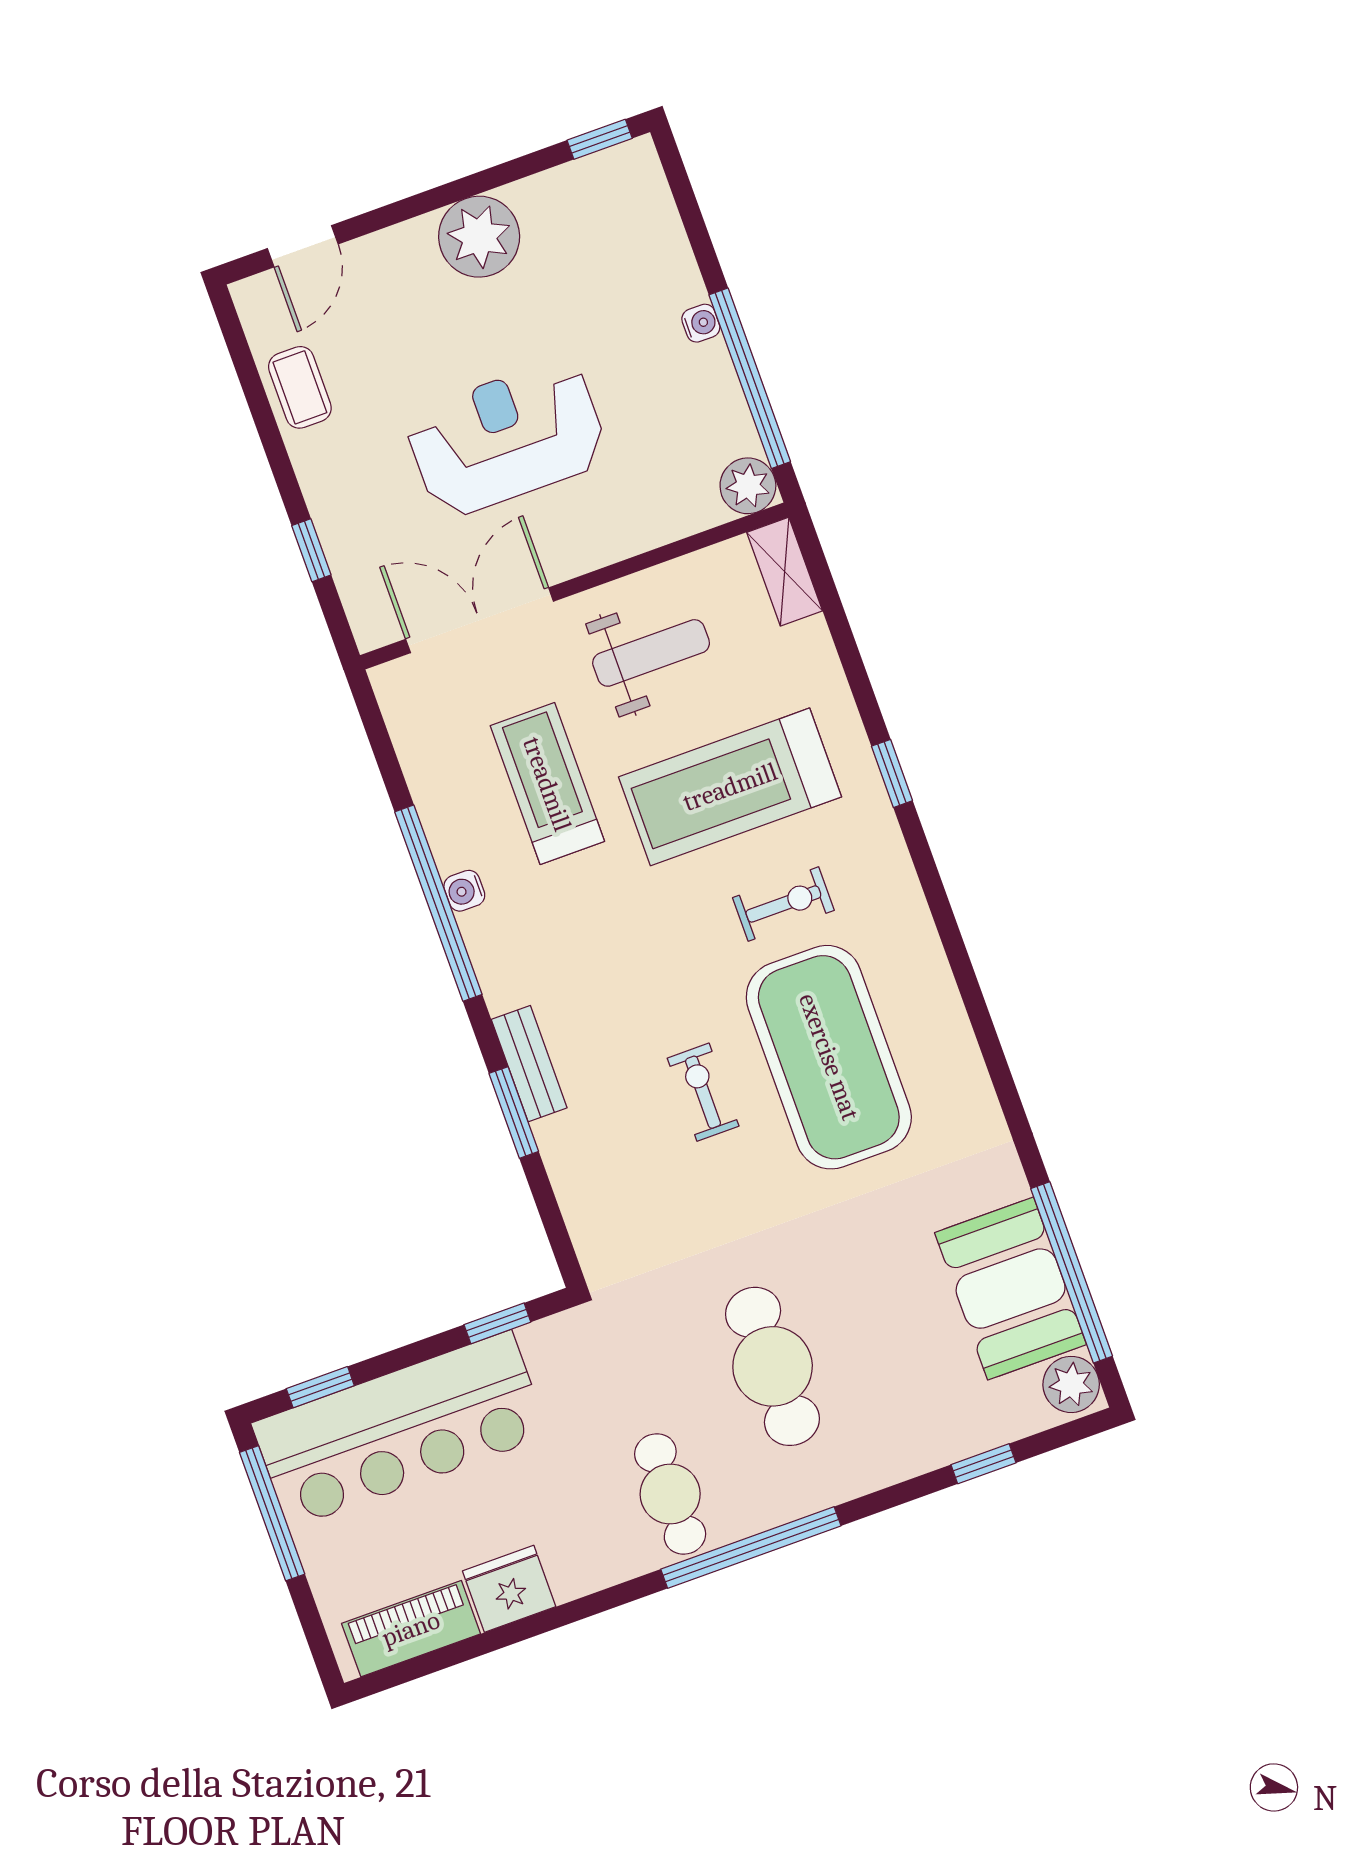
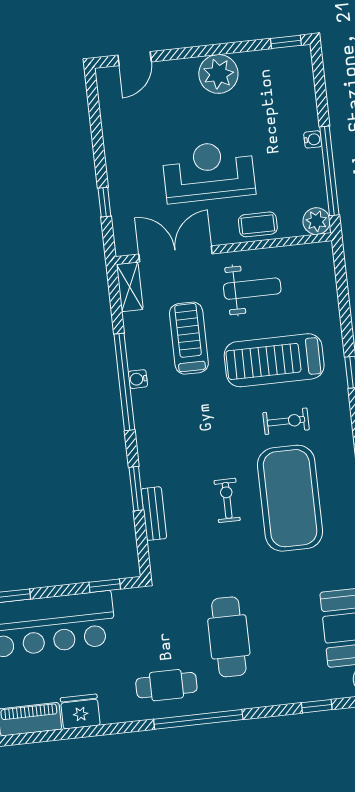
coffee table: (300, 387) -> (258, 224), moved, turned 90
shelving: (785, 572) -> (130, 287), moved
bench: (529, 1064) -> (154, 514), moved
cafe table: (670, 1494) -> (166, 685), turned 90

